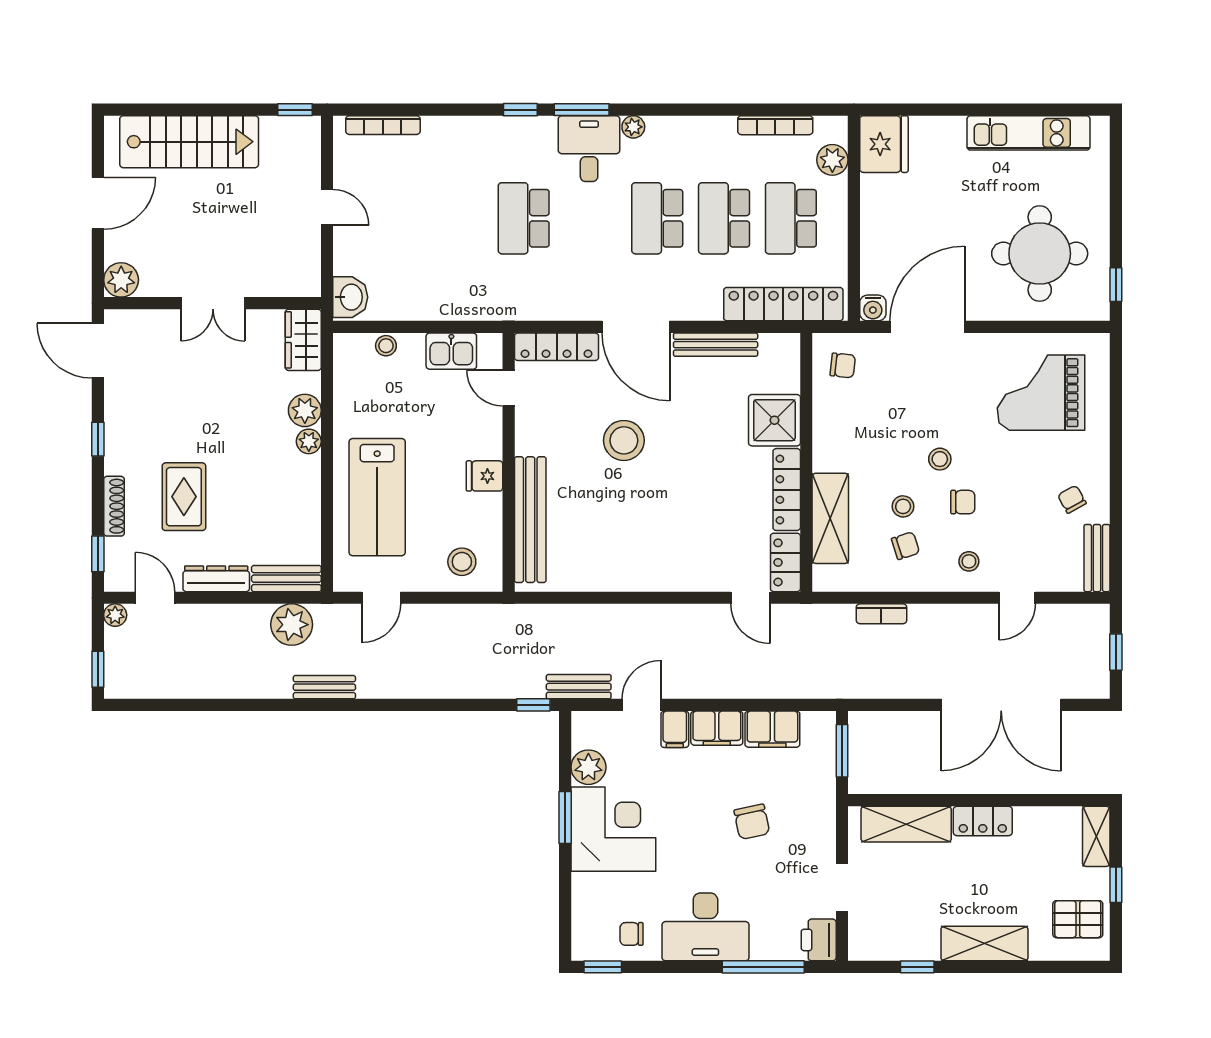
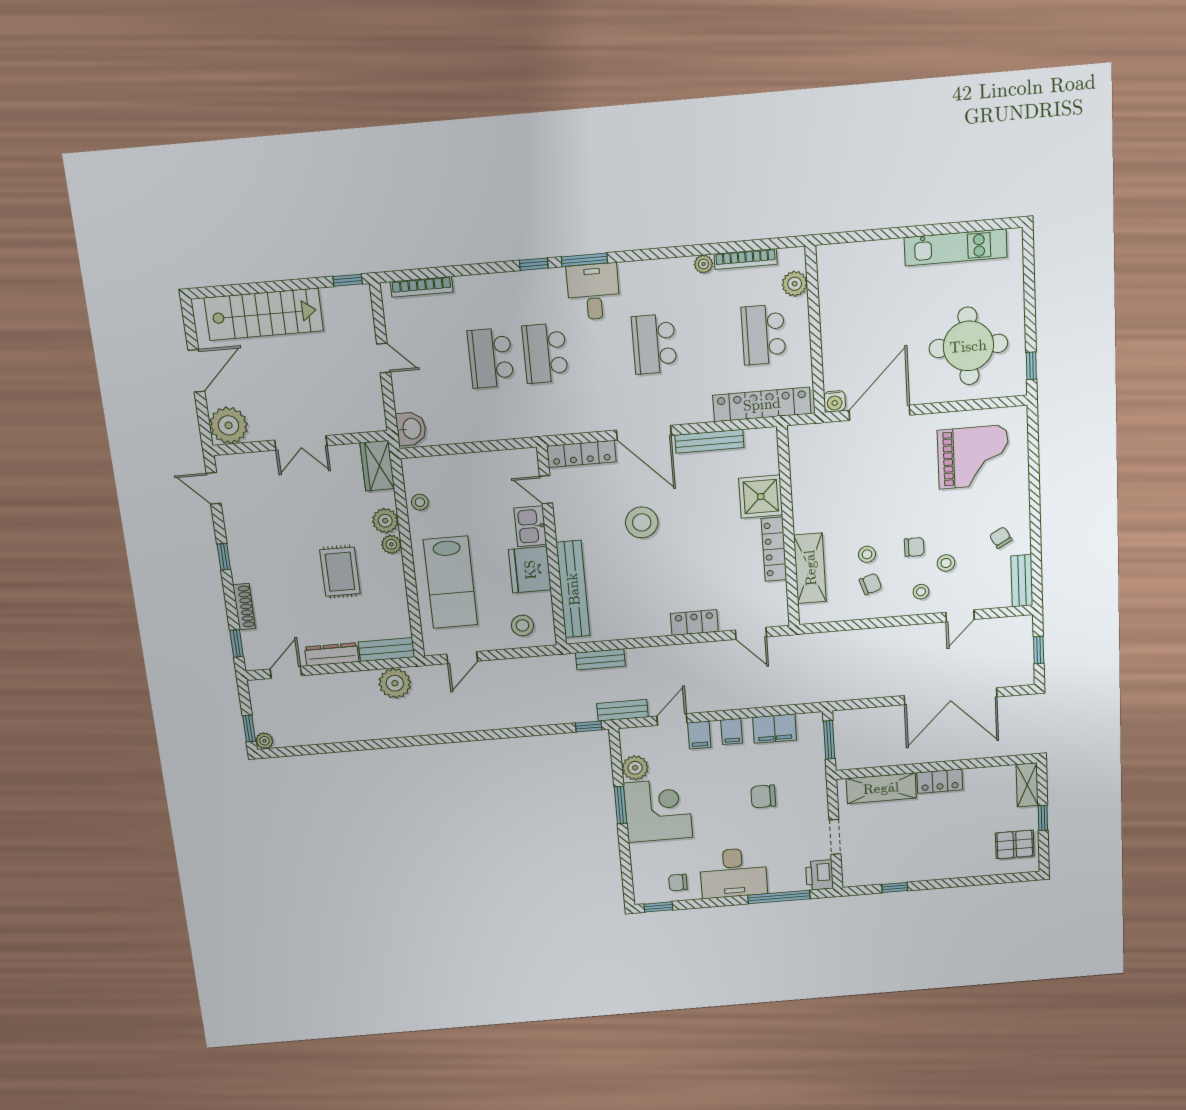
plant: (633, 127) -> (703, 264), moved
fridge: (884, 144) -> (836, 267), removed
school desk: (724, 218) -> (491, 358), moved
plant: (121, 280) -> (229, 425), width x1.36, depth x1.36
stool: (386, 346) -> (420, 502), moved
door: (98, 351) -> (214, 488), width x0.73
kitchen sink: (451, 351) -> (530, 526), moved, turned 90
chair: (843, 365) -> (813, 449), removed
grand piano: (1041, 393) -> (973, 457), turned 180
stool: (940, 459) -> (946, 563), moved
fridge: (484, 476) -> (530, 570), width x1.88, depth x1.34
rug: (184, 497) -> (340, 572), moved
locker: (785, 562) -> (694, 623), moved, turned 90
door: (155, 598) -> (286, 672), hinge flipped
bookcase: (881, 614) -> (854, 637), removed
plant: (115, 615) -> (264, 741), moved
bench: (324, 687) -> (600, 659), moved
filing cabinet: (717, 728) -> (732, 731), width x0.50
chair: (752, 822) -> (763, 796), turned 102
shelving: (984, 944) -> (945, 867), removed

